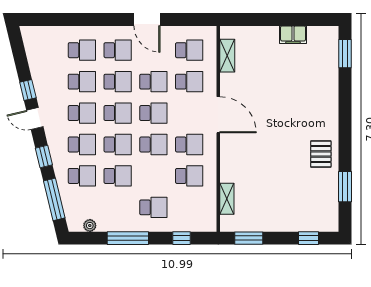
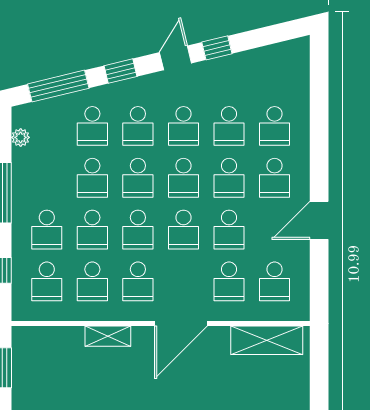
shelving: (227, 56) -> (267, 340), width x1.50, depth x1.33
school desk: (153, 176) -> (92, 230), added
shelving: (227, 199) -> (108, 336), moved
school desk: (189, 207) -> (47, 281), added

